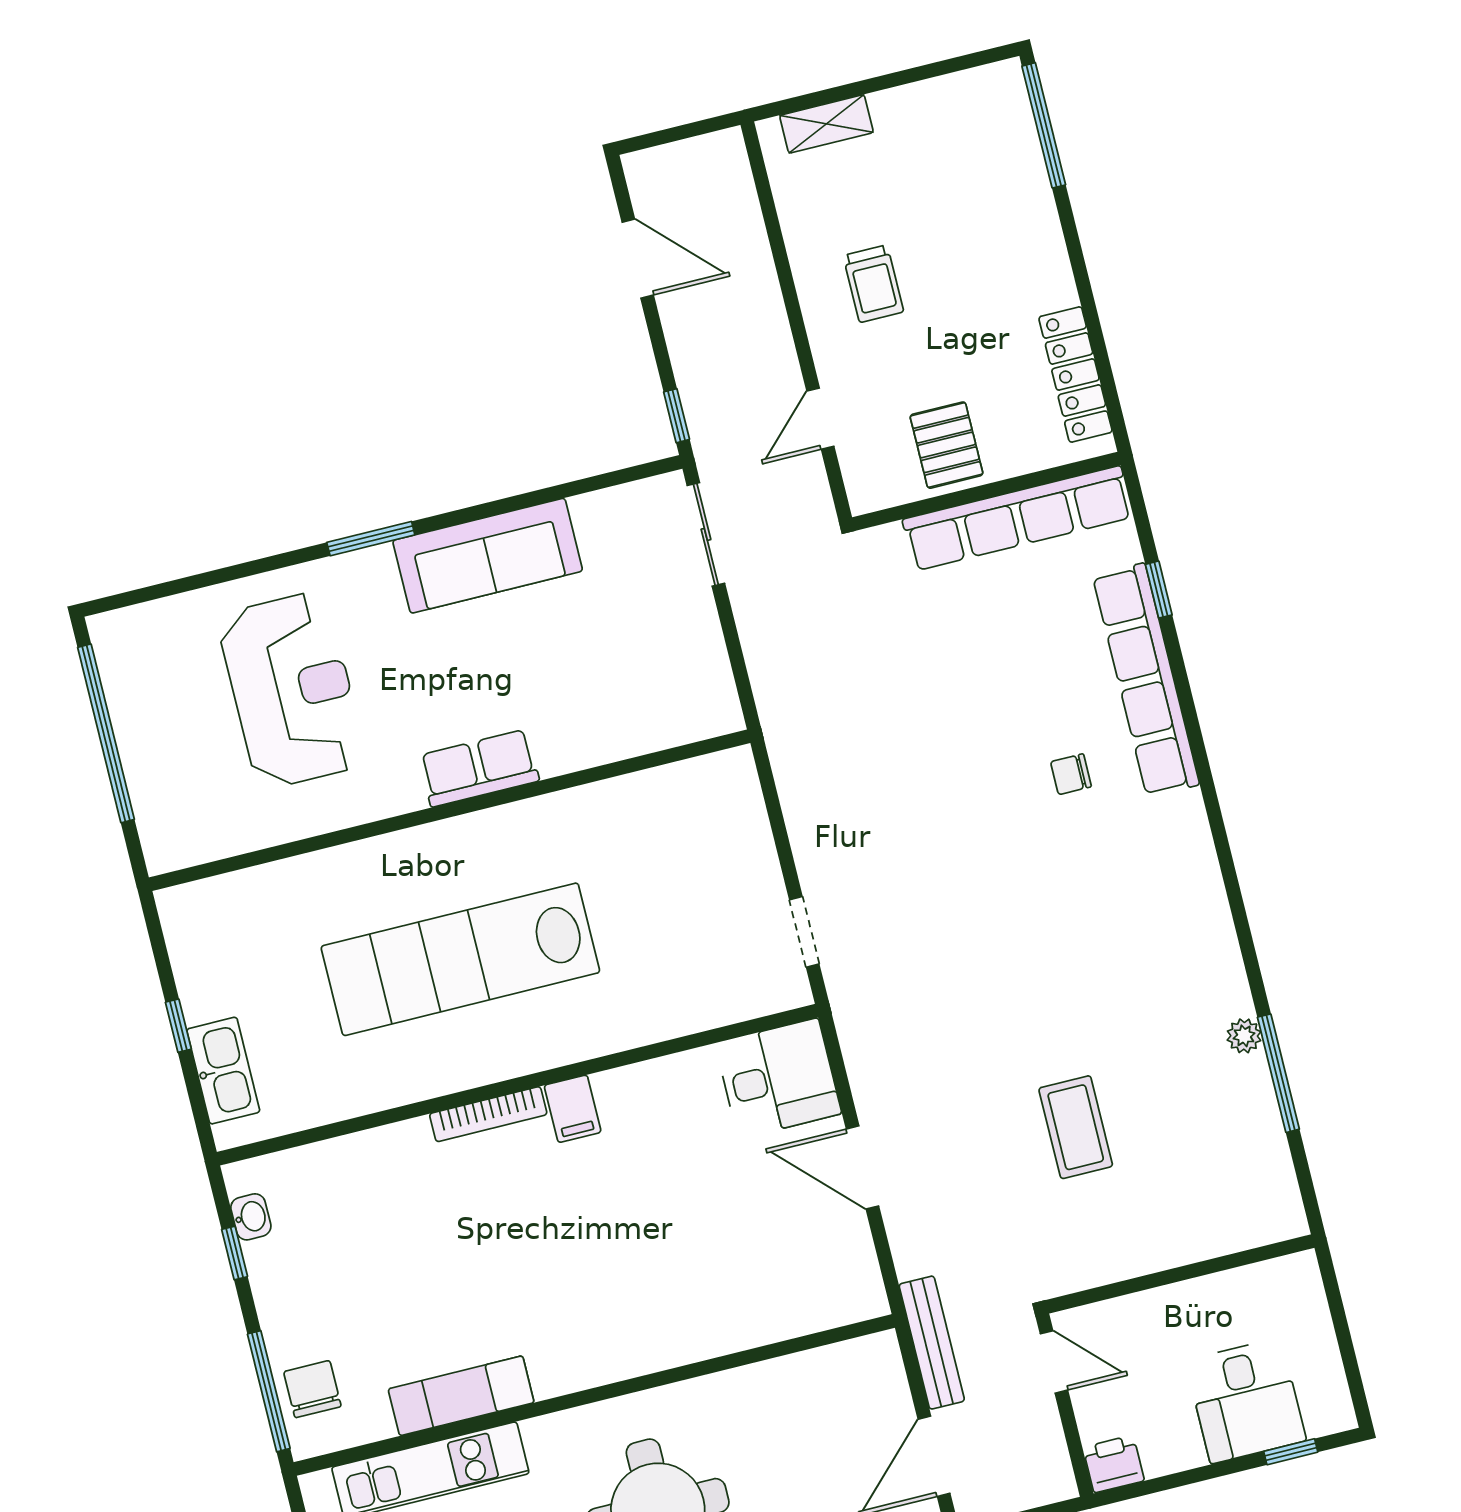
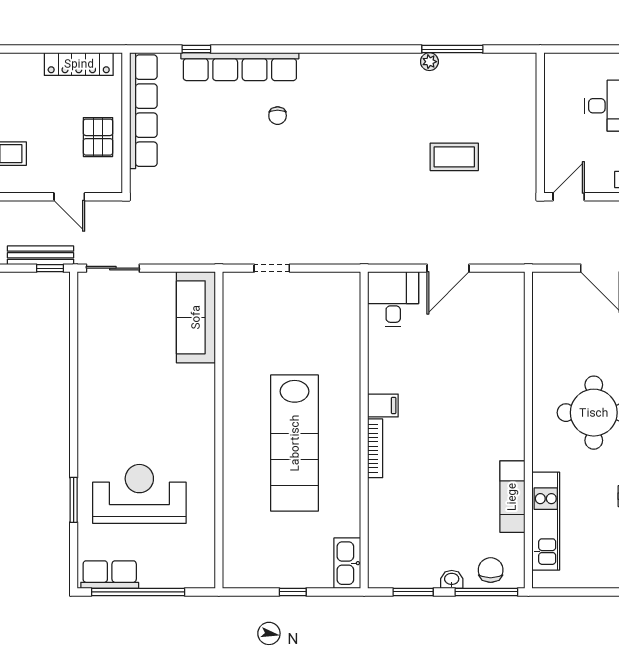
pallet: (947, 445) -> (98, 137), turned 90
window: (371, 539) -> (74, 500), moved
sofa: (488, 556) -> (196, 317), moved, turned 180
row of seats: (479, 768) -> (110, 575), moved, turned 90
doorway: (804, 932) -> (272, 268), moved
kitchen sink: (223, 1071) -> (347, 563), moved, turned -90
washbasin: (251, 1217) -> (452, 579), moved
window: (235, 1253) -> (413, 592), width x1.50
bench: (932, 1343) -> (41, 255), moved
chair: (312, 1389) -> (491, 570), turned 90

